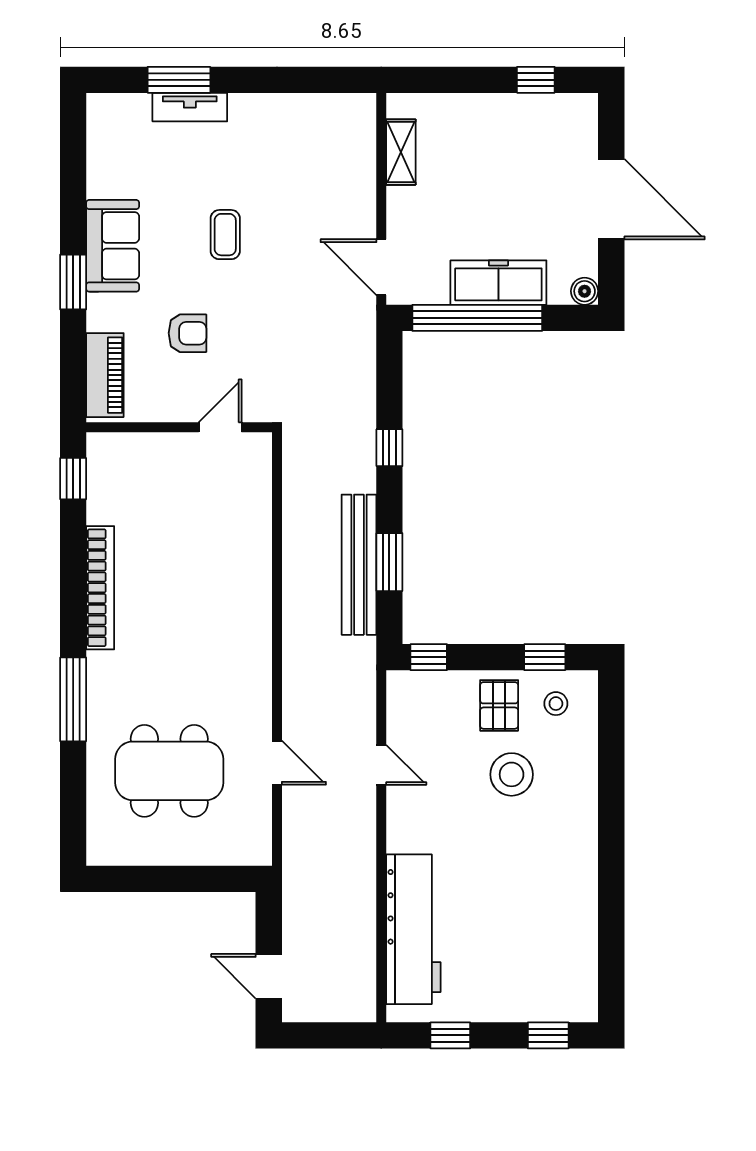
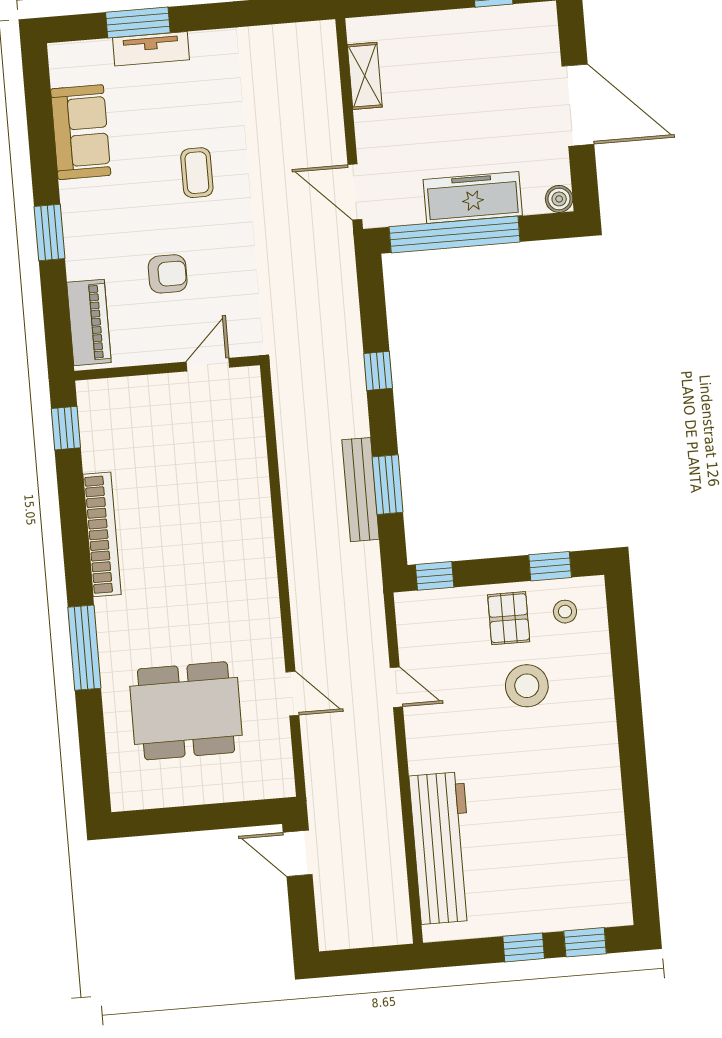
sofa: (113, 246) -> (81, 132), moved
bench: (359, 565) -> (361, 490), width x0.73, depth x0.82
door: (269, 976) -> (298, 853), moved
window: (450, 1035) -> (524, 947), moved

